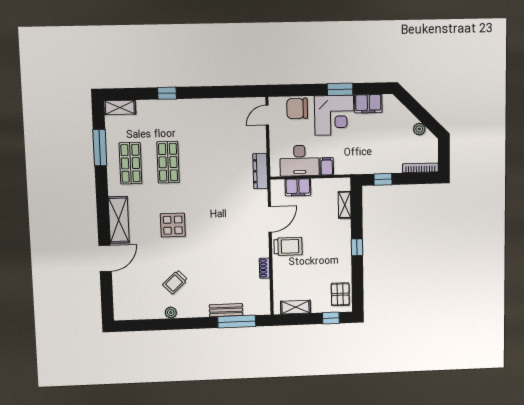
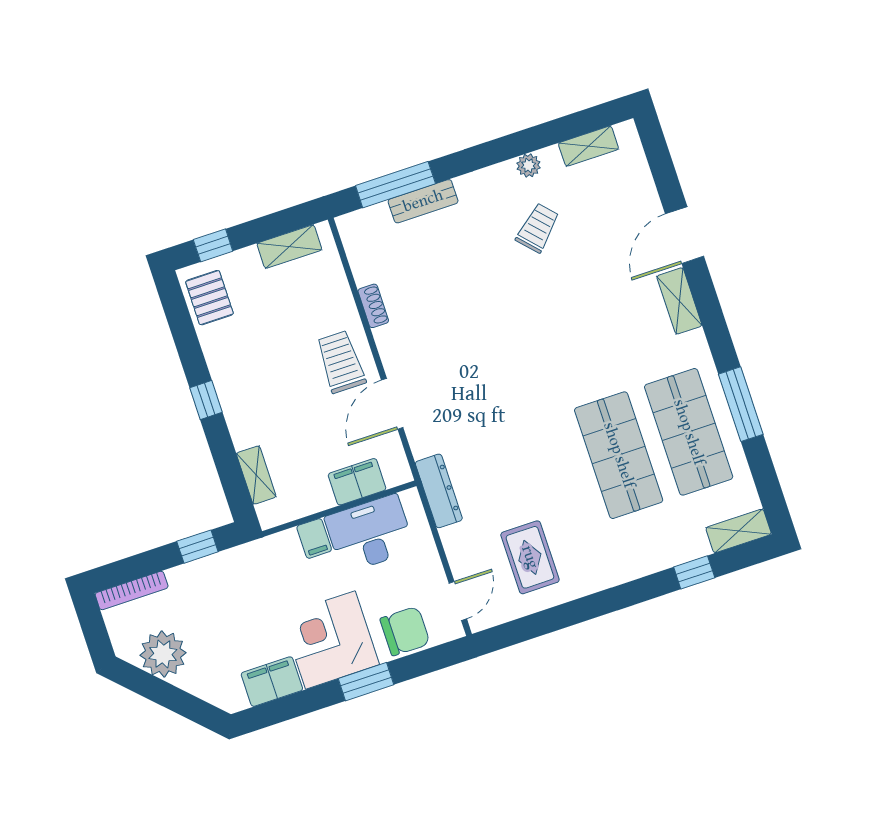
window: (340, 89) -> (366, 682), moved
window: (167, 93) -> (694, 572), moved
rug: (226, 126) -> (530, 557), added
plant: (419, 129) -> (163, 654), width x1.88, depth x1.88
window: (100, 148) -> (741, 404), moved
shop shelf: (168, 162) -> (619, 455), width x1.43, depth x1.36
shop shelf: (130, 163) -> (689, 432), width x1.43, depth x1.36
shelving: (119, 220) -> (679, 301), width x0.67, depth x0.75
display table: (173, 225) -> (574, 337), removed
trolley: (288, 246) -> (341, 362), turned 90
shelving: (139, 313) -> (588, 146), added

